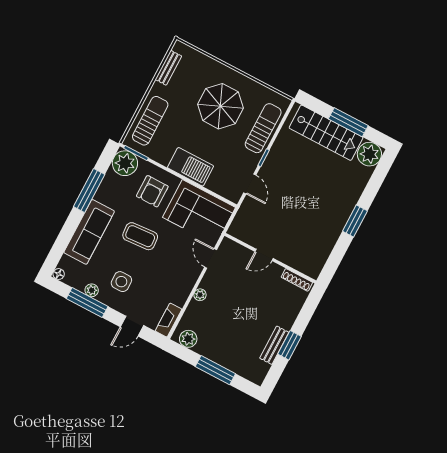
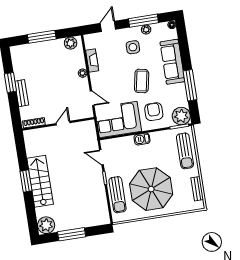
parasol: (220, 106) -> (151, 189), width x1.36, depth x1.36
stairs: (326, 133) -> (40, 181), moved, turned 90
barbecue: (190, 167) -> (142, 139), width x0.53, depth x0.65
coffee table: (140, 236) -> (142, 81), turned -75
fireplace: (168, 320) -> (92, 60), moved
bench: (274, 345) -> (22, 93), moved

